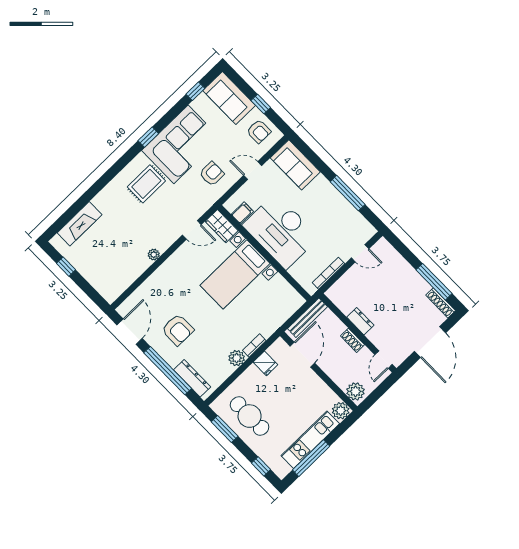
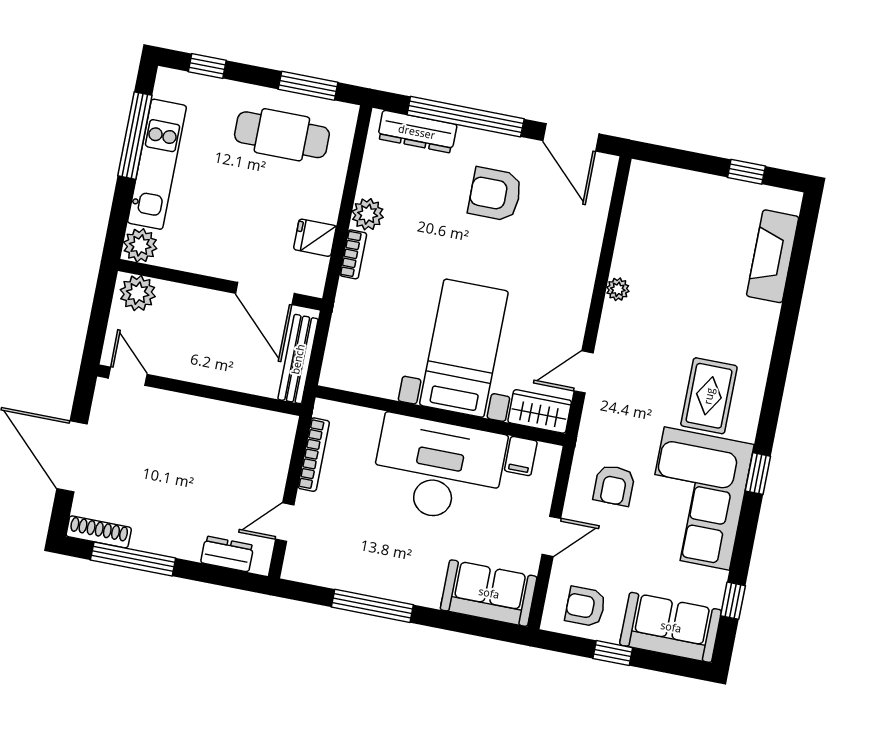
dresser: (360, 321) -> (227, 554), moved, turned 180
shoe rack: (353, 340) -> (200, 373), removed

